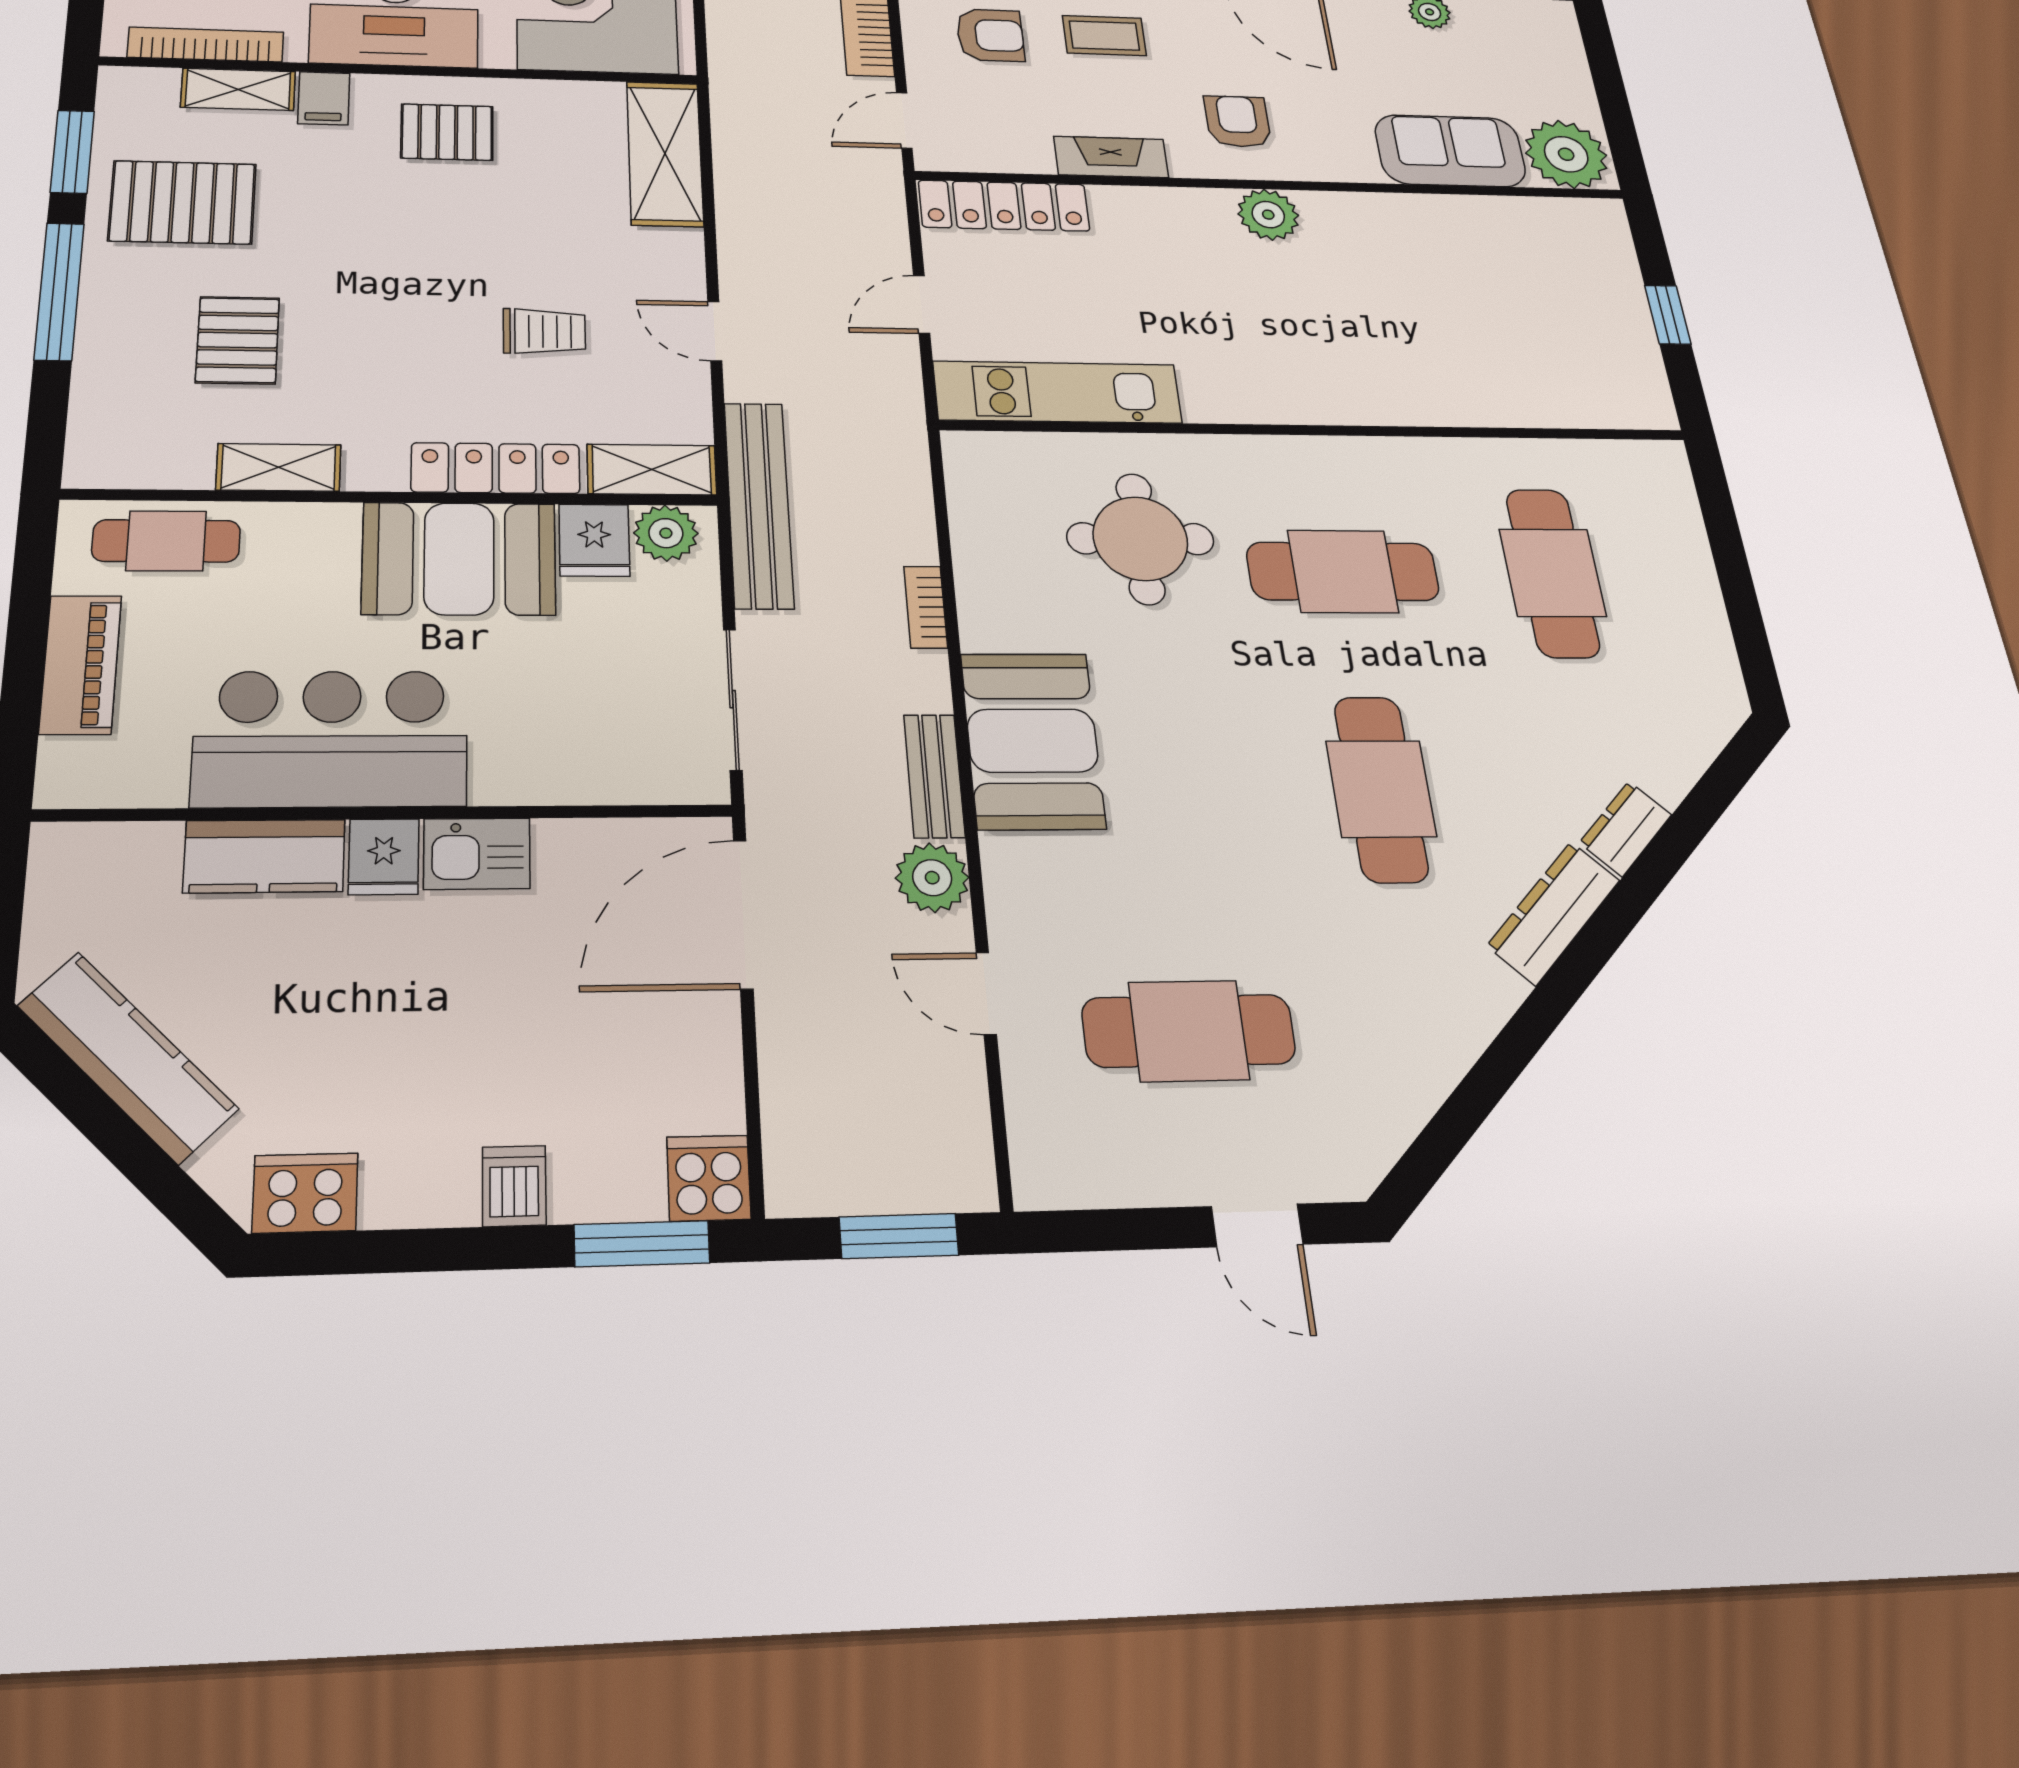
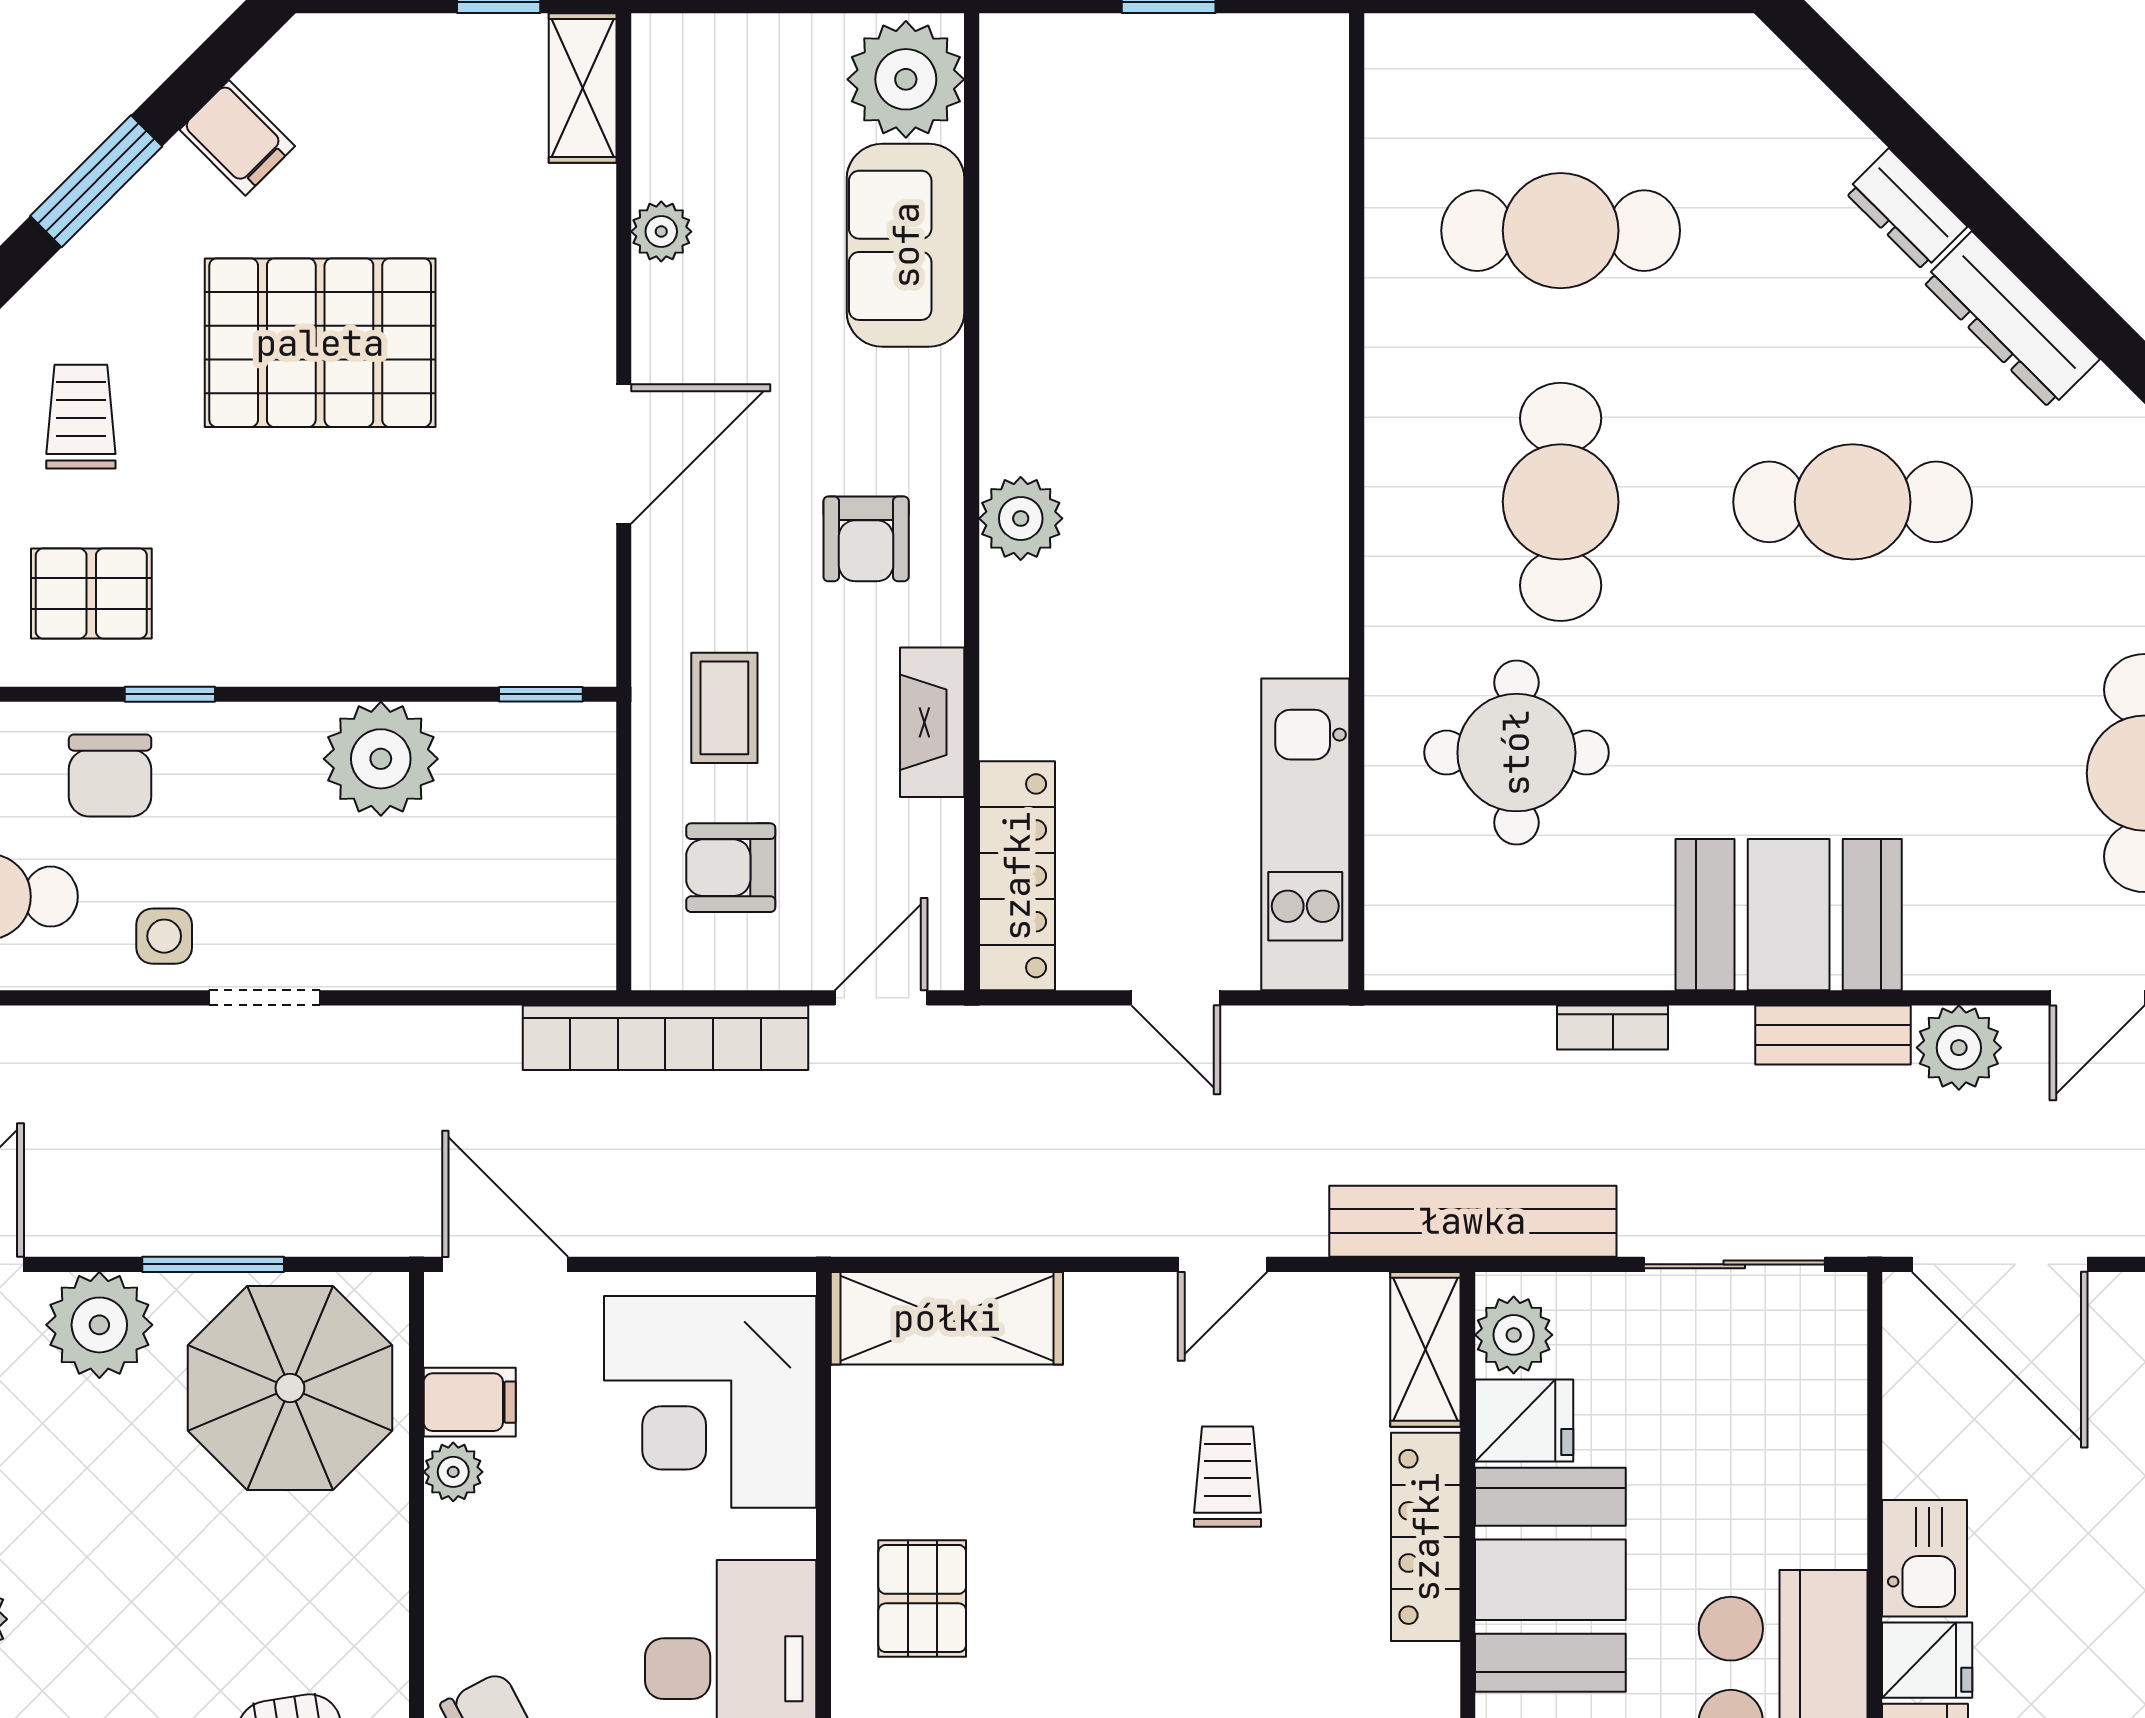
armchair: (990, 35) -> (731, 868), turned -90
door: (904, 120) -> (881, 998), swing flipped
armchair: (1238, 121) -> (866, 539), turned -90

